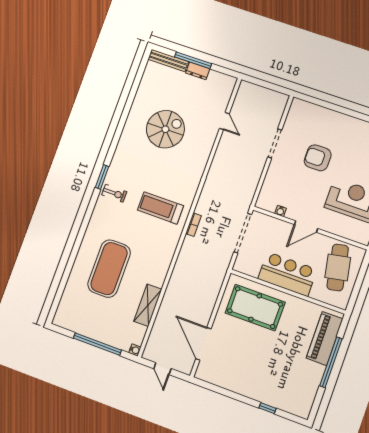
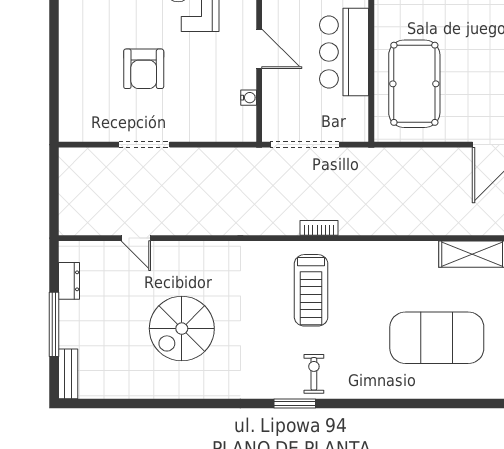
bench: (168, 61) -> (68, 374), width x0.73
dresser: (198, 71) -> (69, 281), moved
door: (224, 121) -> (136, 238), swing flipped
spiral stairs: (165, 129) -> (182, 329), turned -90

